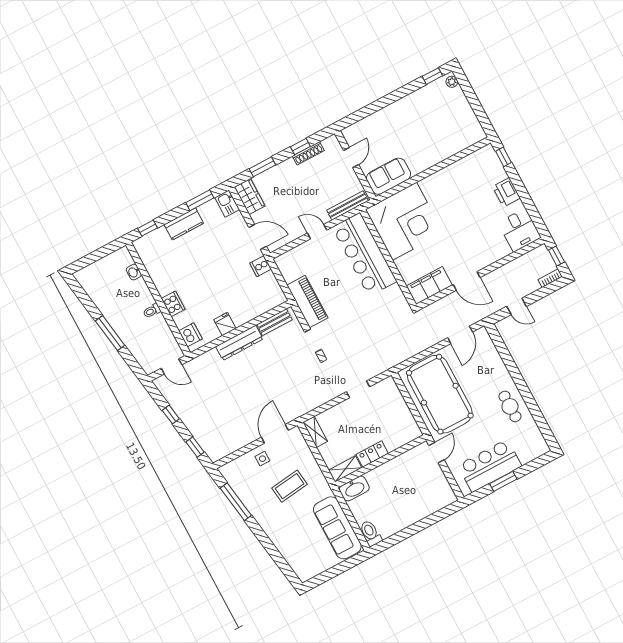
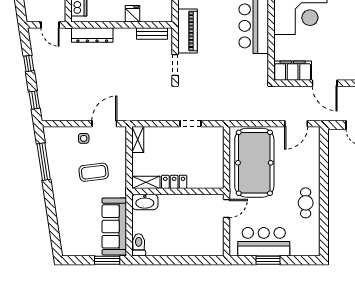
fridge: (225, 324) -> (132, 14), moved
dresser: (239, 343) -> (92, 35), moved
window: (348, 564) -> (107, 260), added

